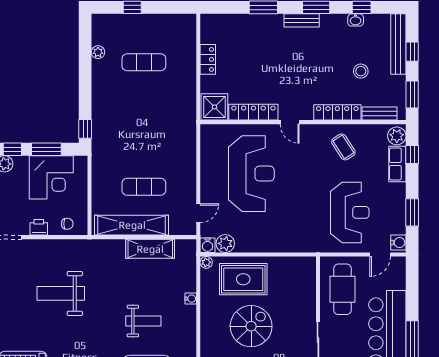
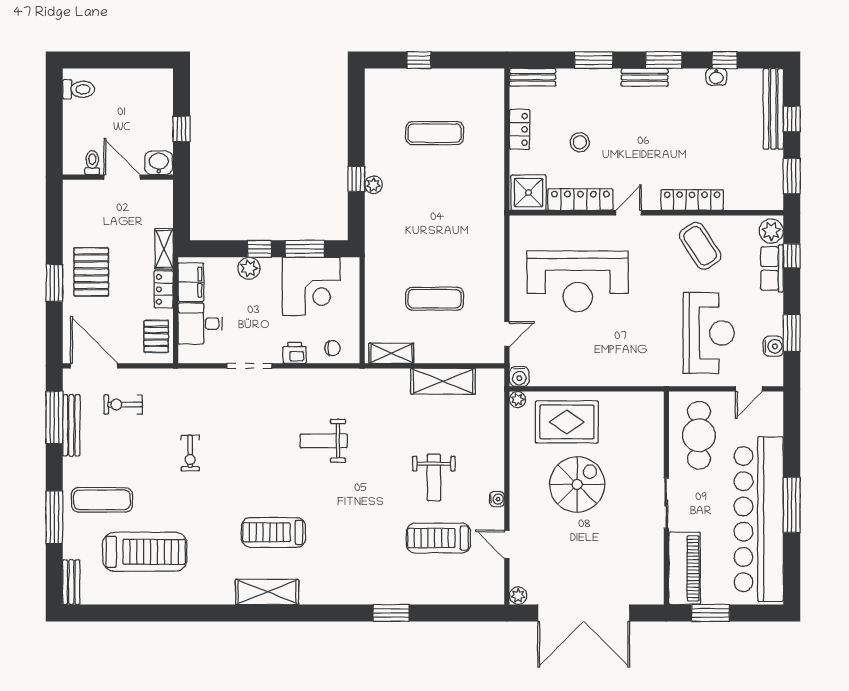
plant: (98, 52) -> (373, 185), moved
stool: (361, 71) -> (580, 142), moved
bench: (379, 114) -> (533, 77), moved
door: (290, 122) -> (629, 213), swing flipped
window: (85, 129) -> (356, 179), moved
coffee table: (343, 147) -> (700, 246), width x1.36, depth x1.30
reception desk: (251, 174) -> (578, 281), turned 90
shelving: (132, 225) -> (391, 353), width x0.45, depth x0.75
plant: (225, 243) -> (543, 374), removed
water cooler: (398, 243) -> (773, 346), moved
weight bench: (61, 293) -> (324, 441), width x0.73, depth x0.75
water cooler: (191, 299) -> (497, 499), moved
weight bench: (143, 321) -> (434, 478), turned 90

